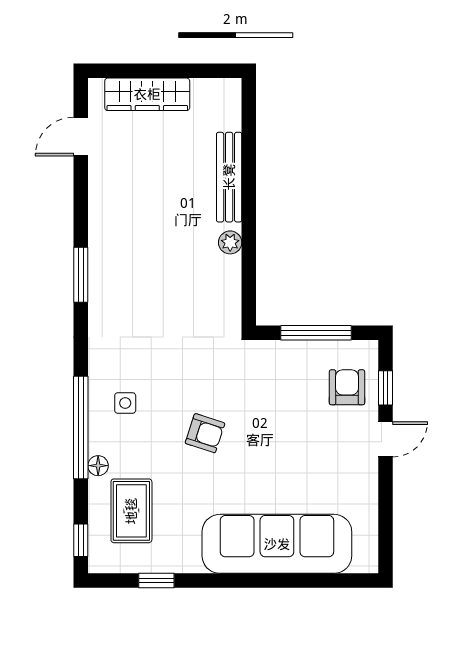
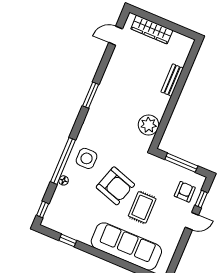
bench: (229, 177) -> (172, 80), width x0.73
plant: (230, 242) -> (149, 125), moved, width x1.88, depth x1.88
side table: (125, 403) -> (87, 158), width x1.87, depth x1.87
armchair: (205, 433) -> (115, 186), width x1.88, depth x1.88
rug: (131, 511) -> (142, 207), moved

